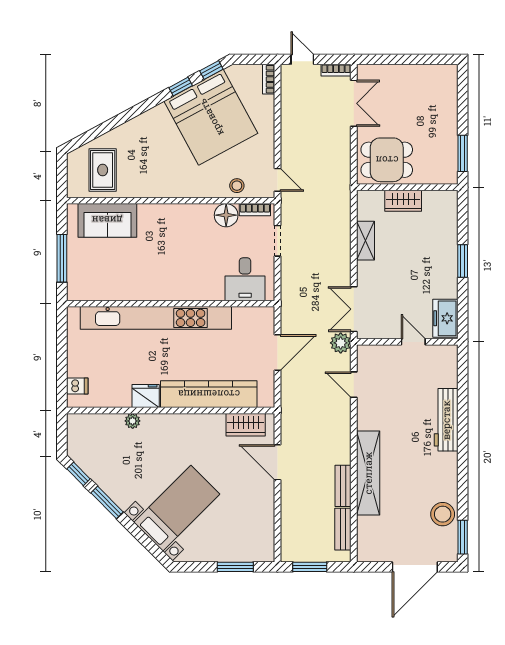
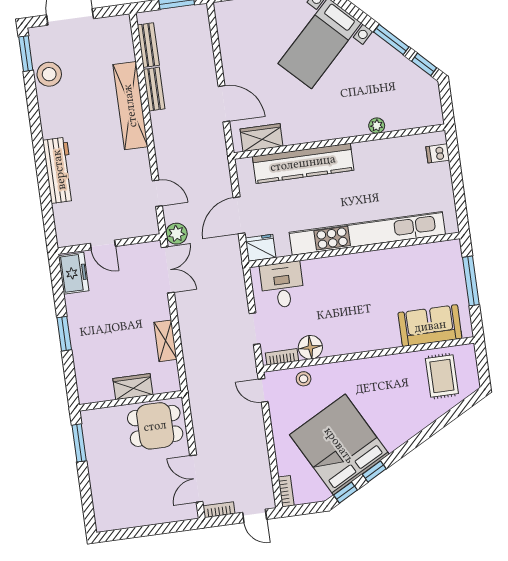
fridge: (146, 396) -> (261, 248), moved, turned 180

